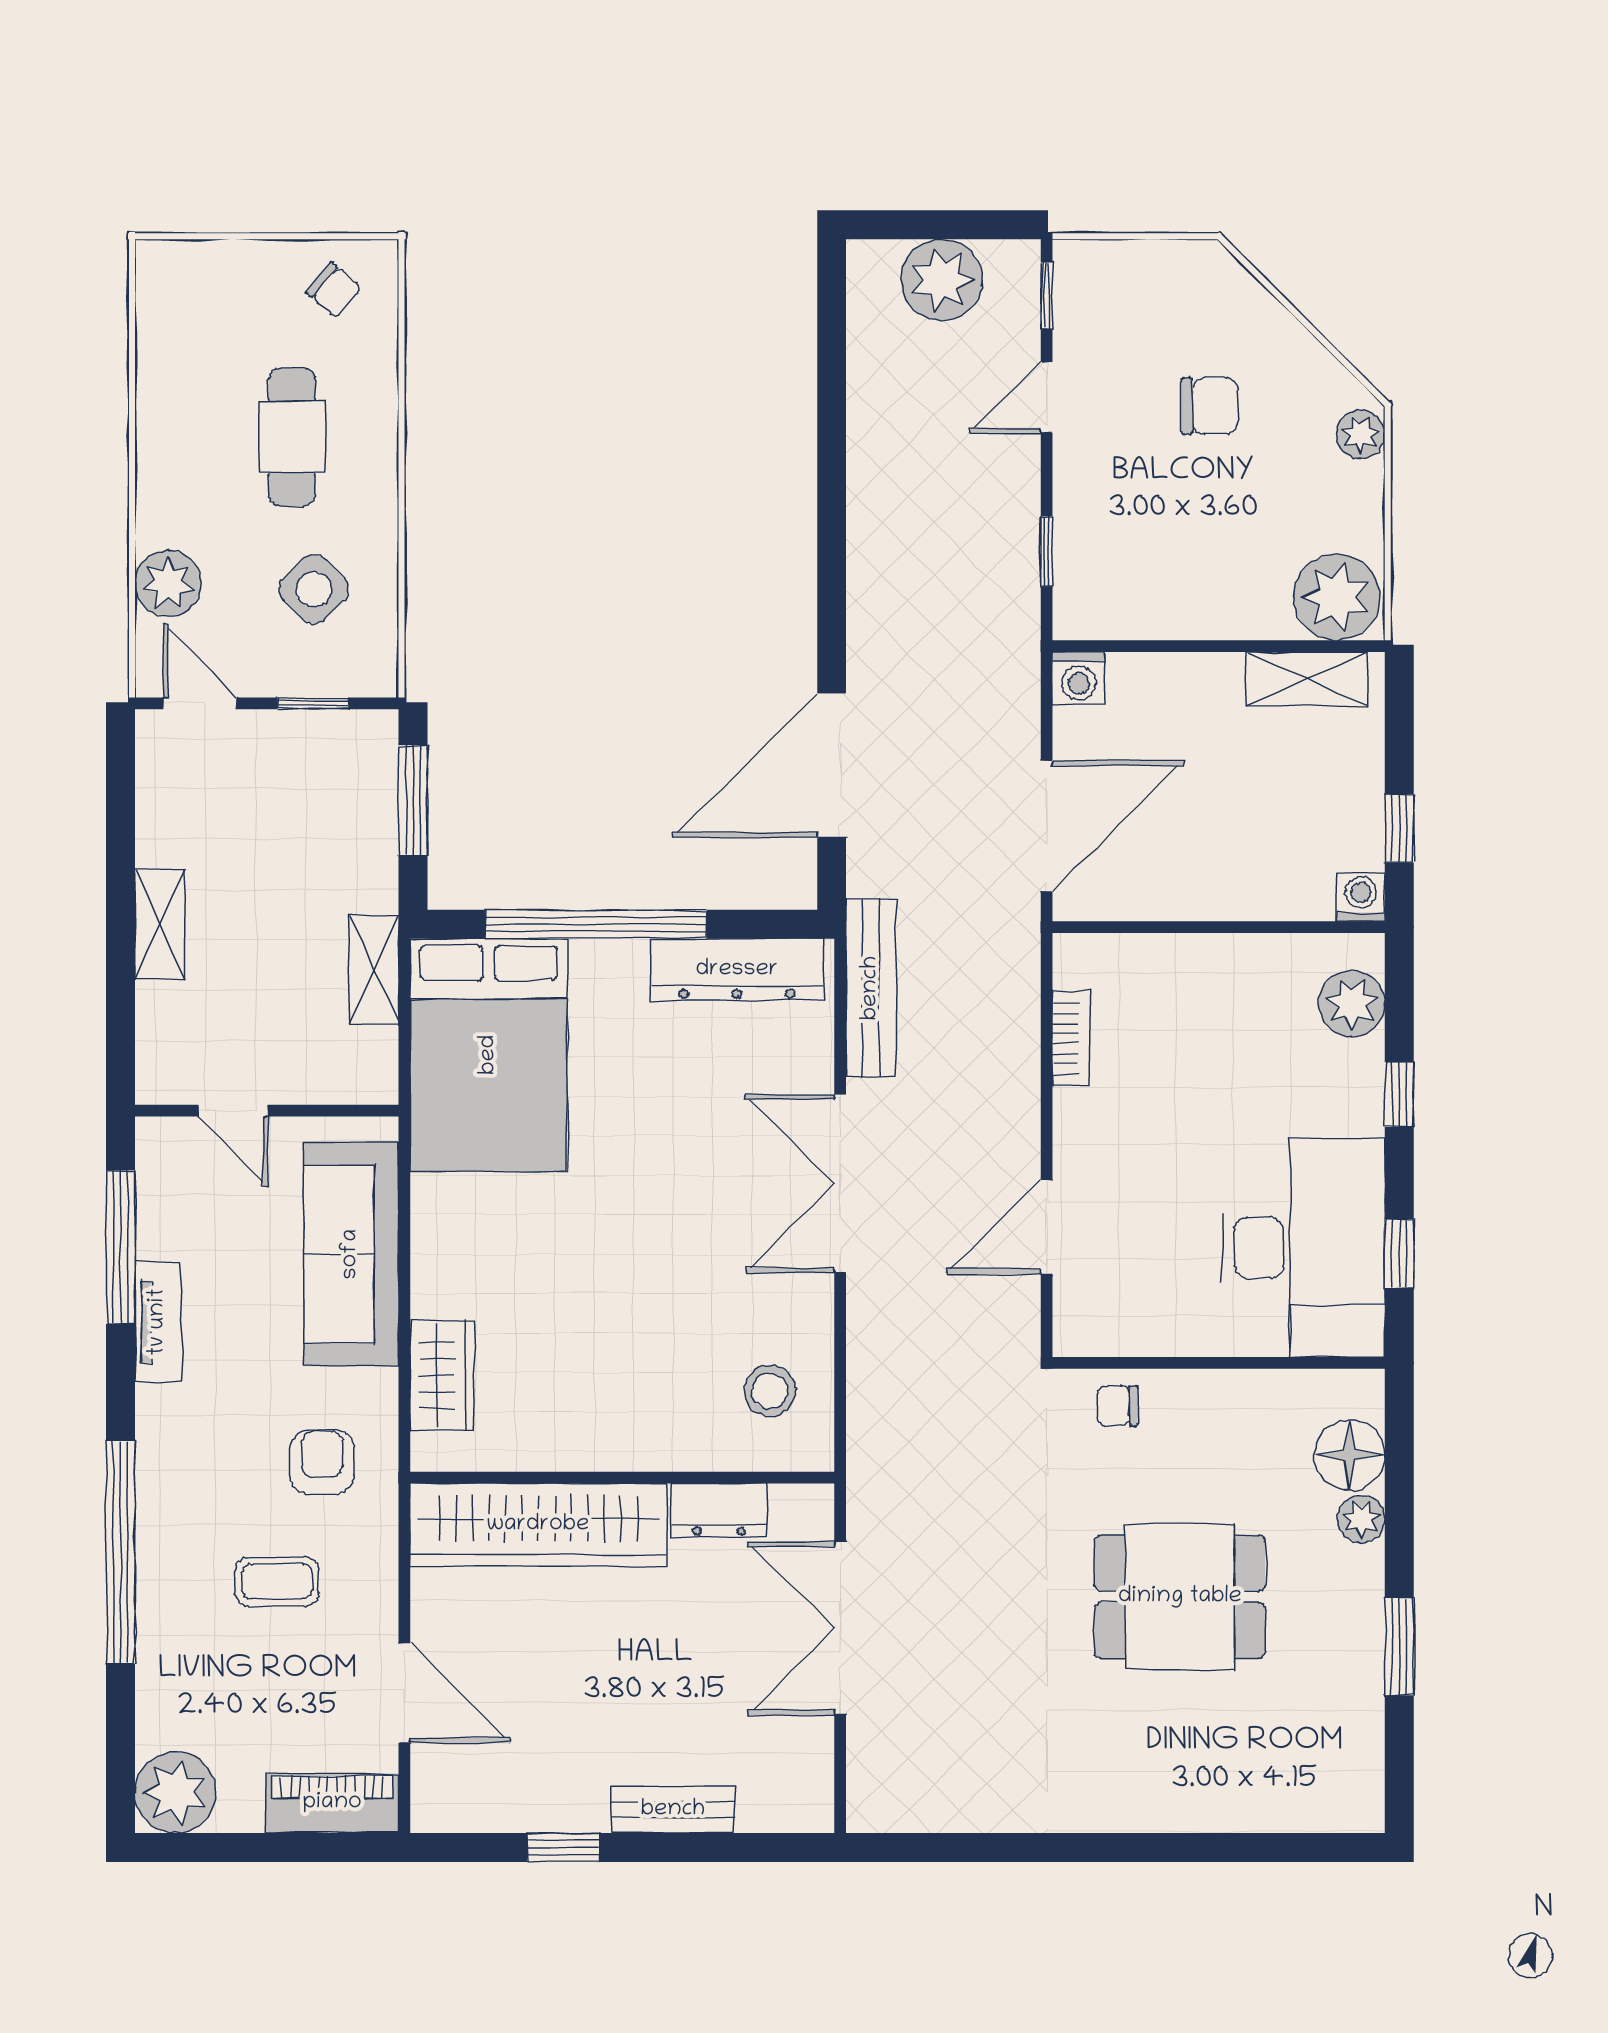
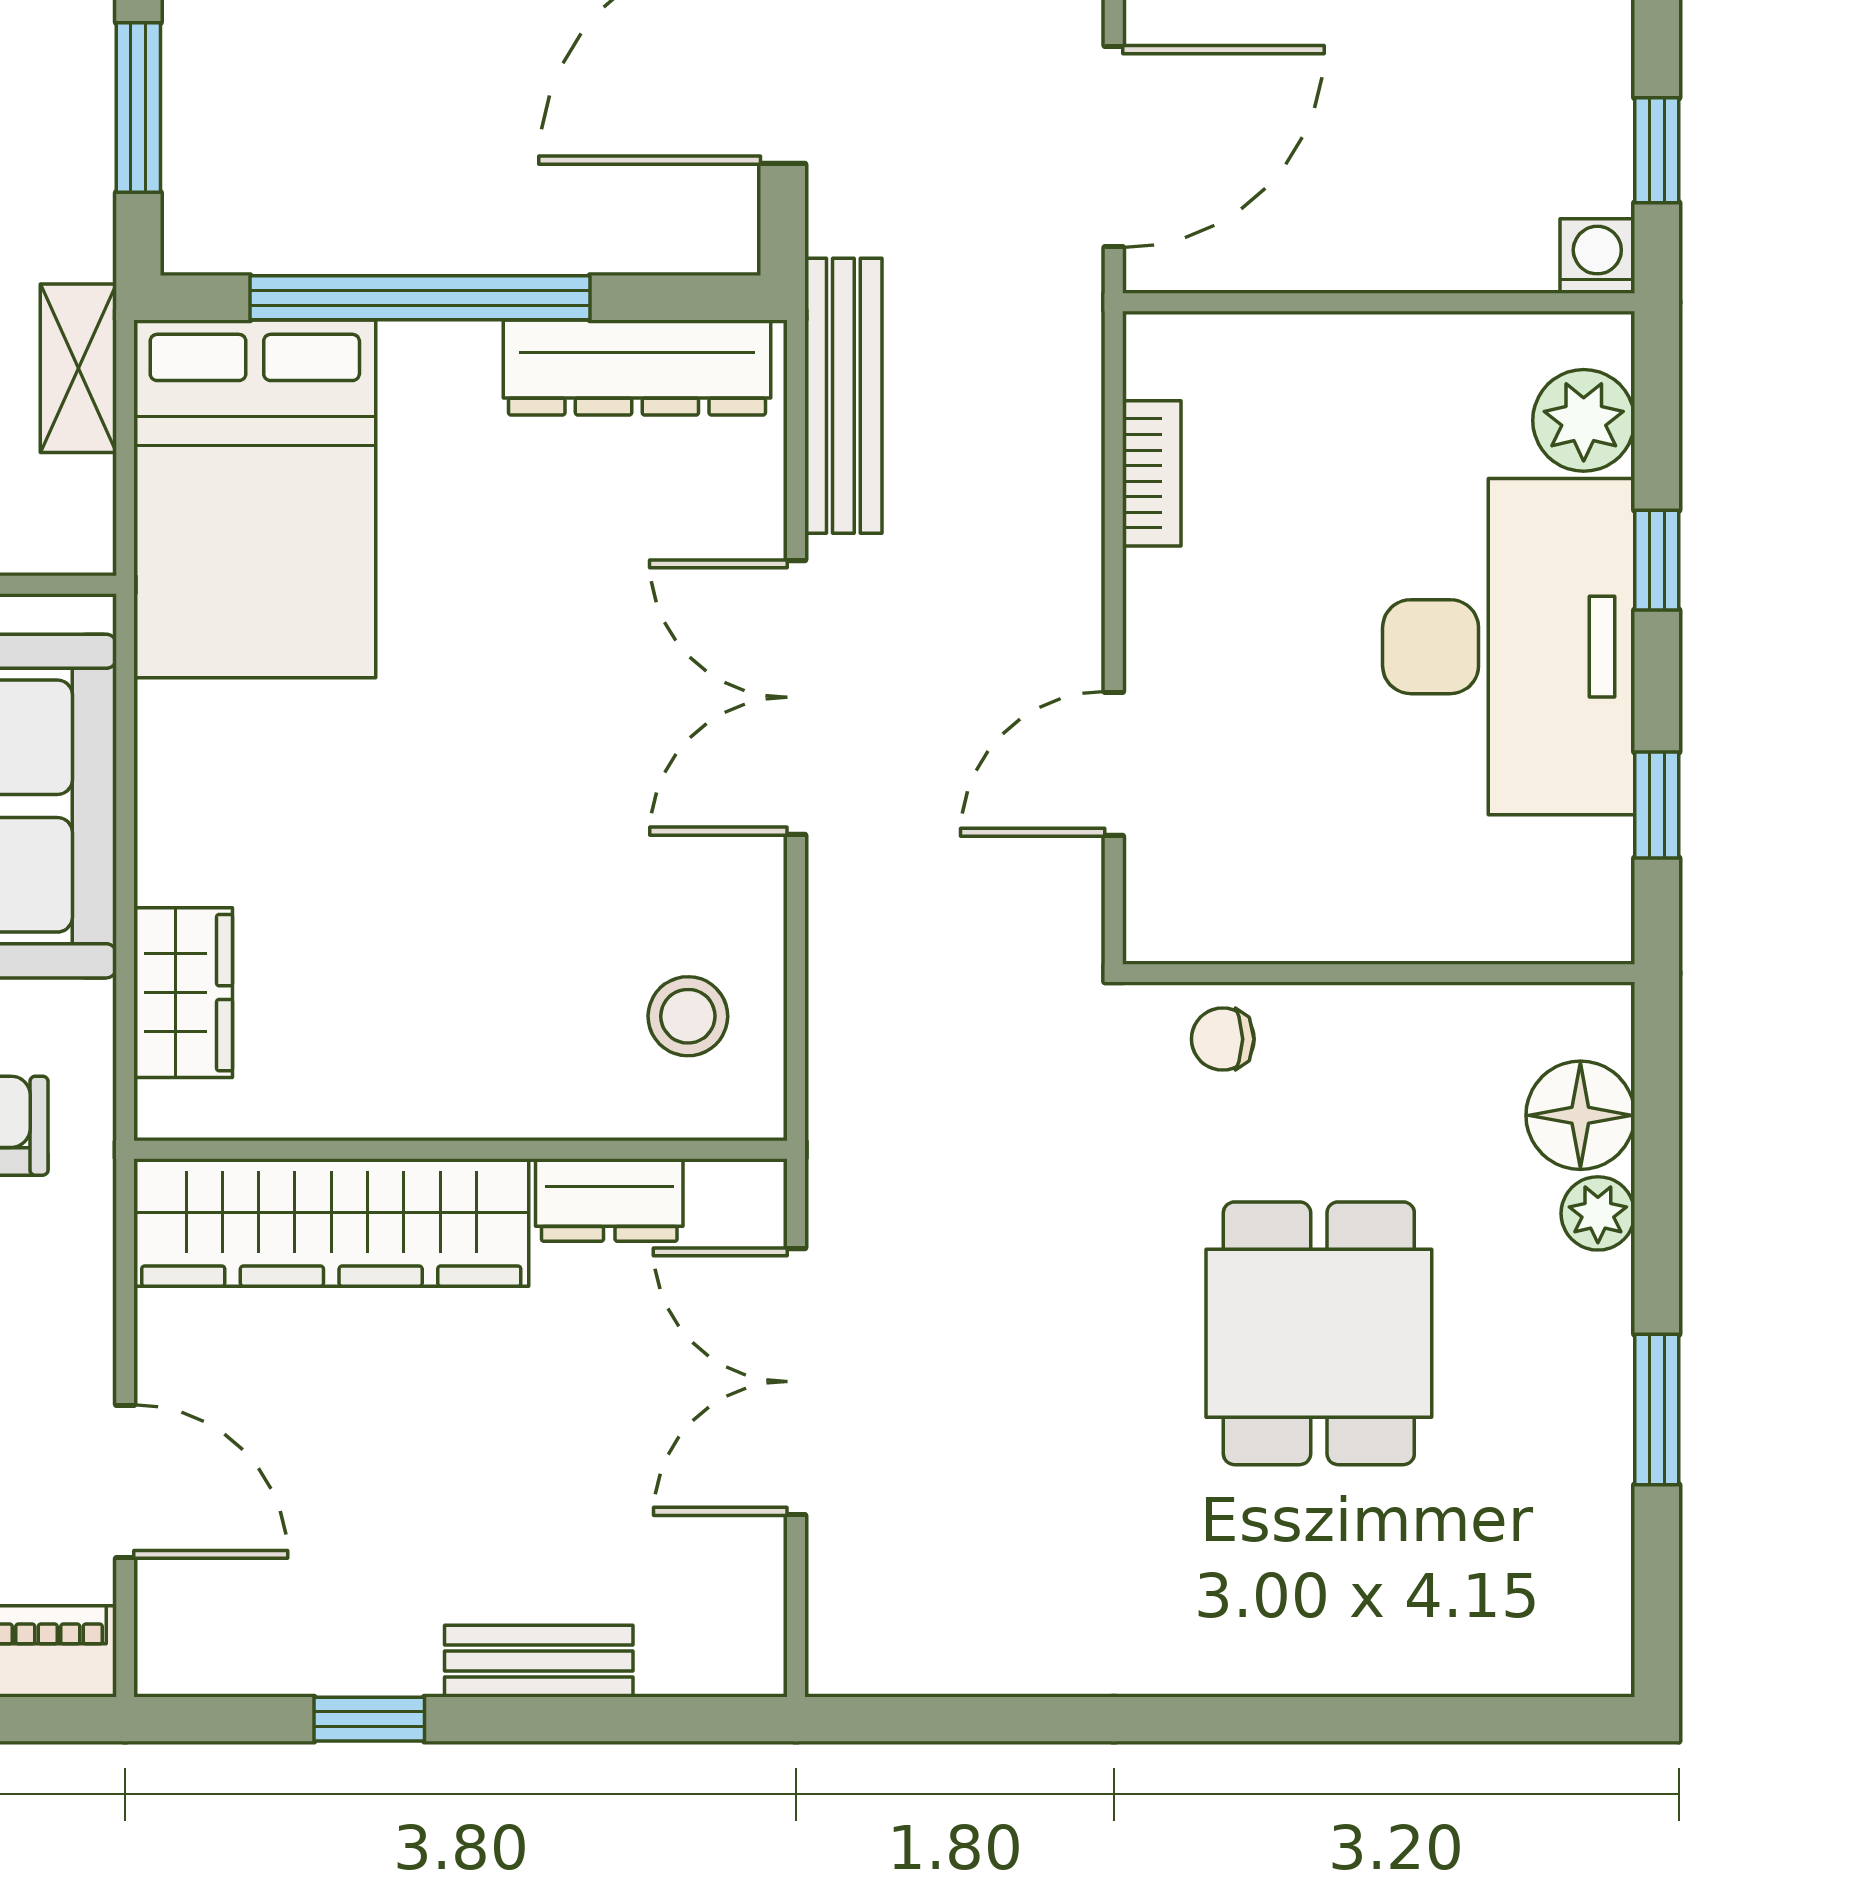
desk: (1303, 1248) -> (1509, 647), moved
dining table: (1180, 1597) -> (1319, 1333), turned 90

